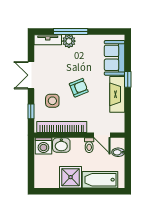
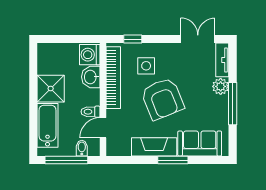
window: (71, 31) -> (233, 104), moved
double door: (31, 75) -> (198, 39), moved
window: (128, 79) -> (173, 160), width x1.50
armchair: (79, 88) -> (162, 99), width x1.88, depth x1.88
window: (128, 165) -> (66, 160), added

